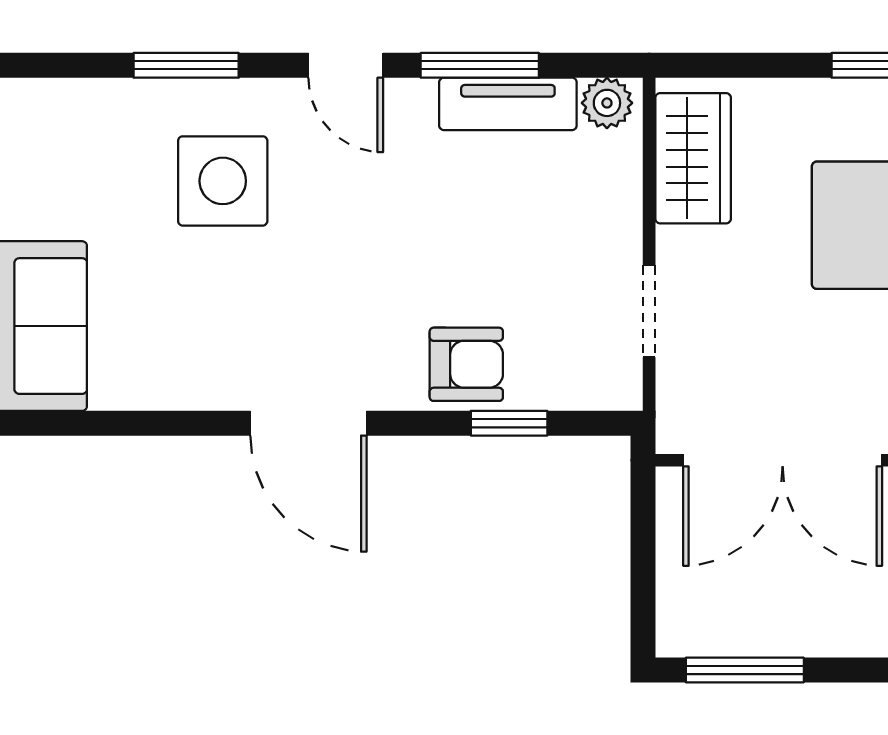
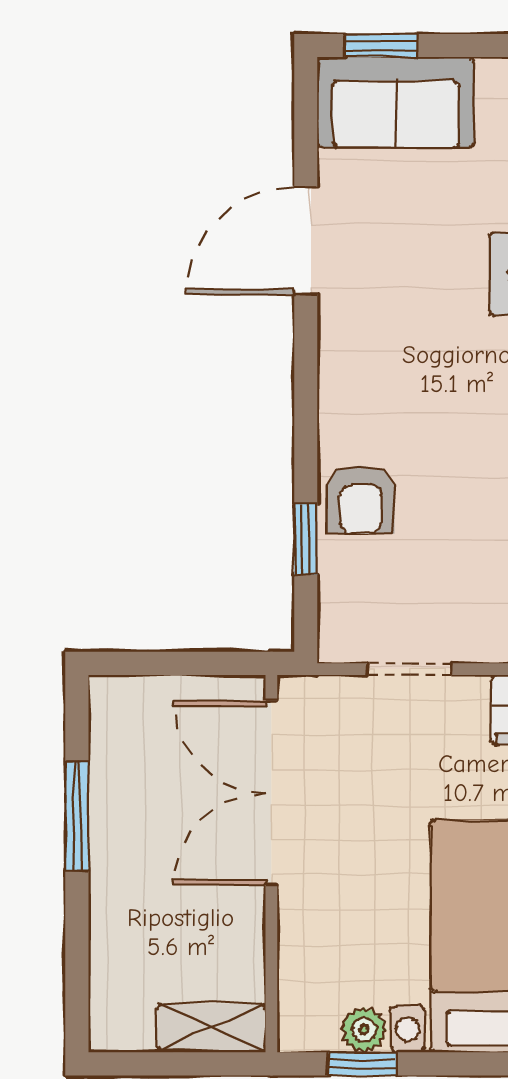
door: (309, 423) -> (306, 240), moved
window: (745, 670) -> (77, 816), moved

